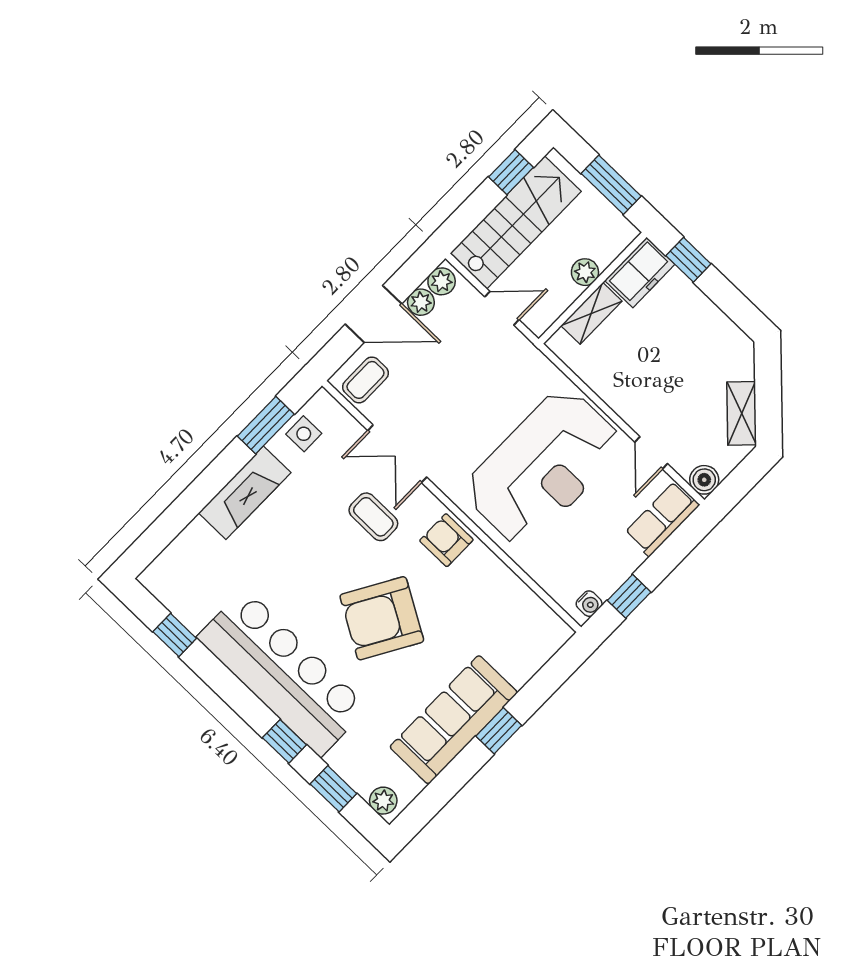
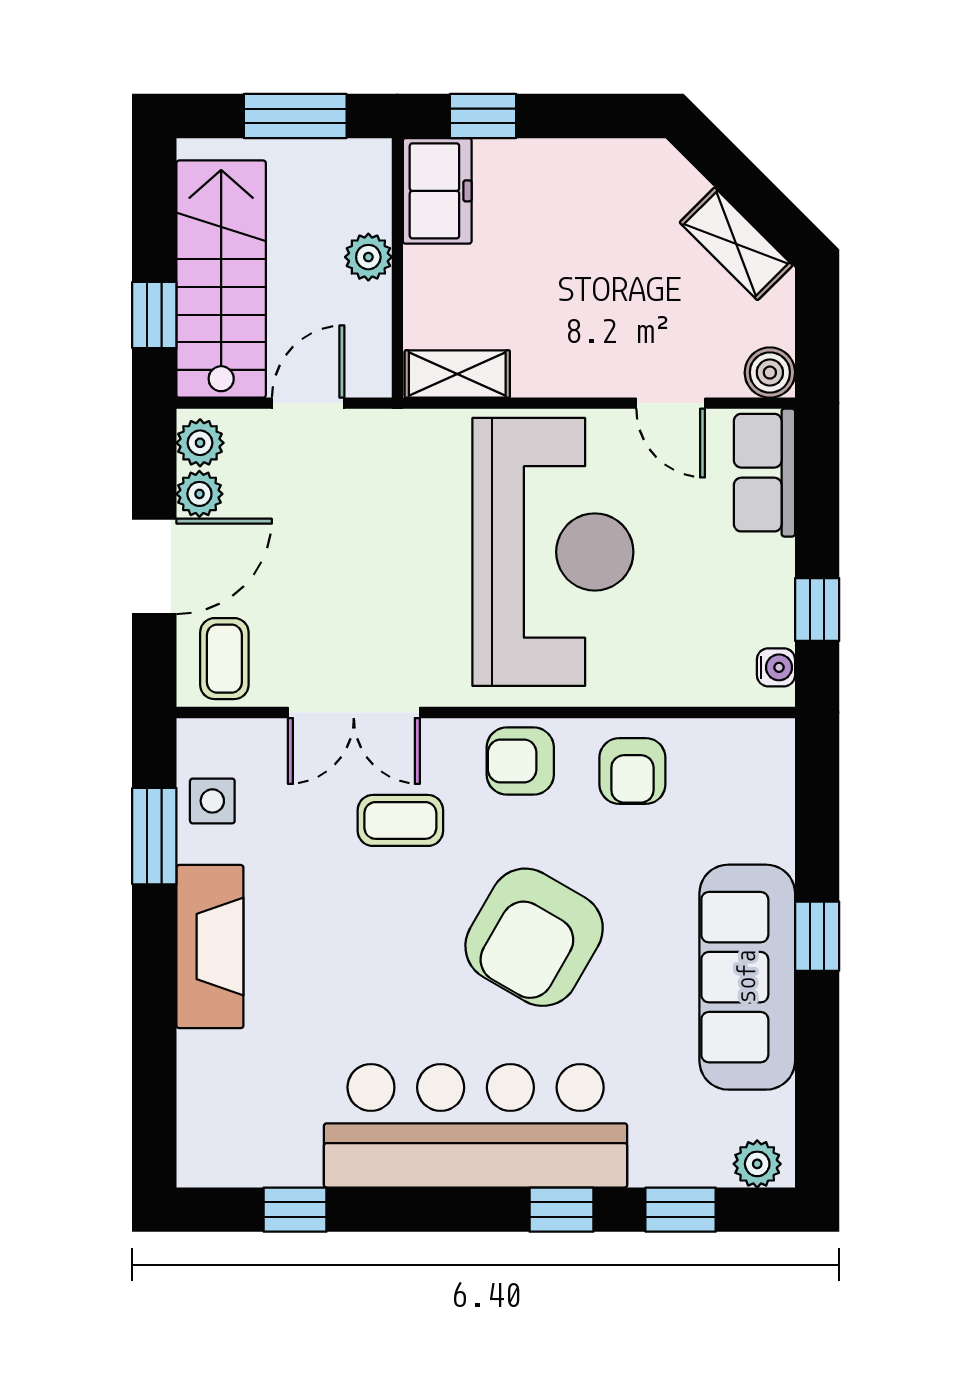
window: (511, 172) -> (154, 315), moved
shelving: (591, 313) -> (457, 374), moved, turned 90
armchair: (489, 589) -> (632, 771), added

